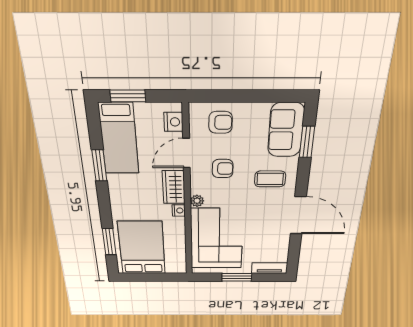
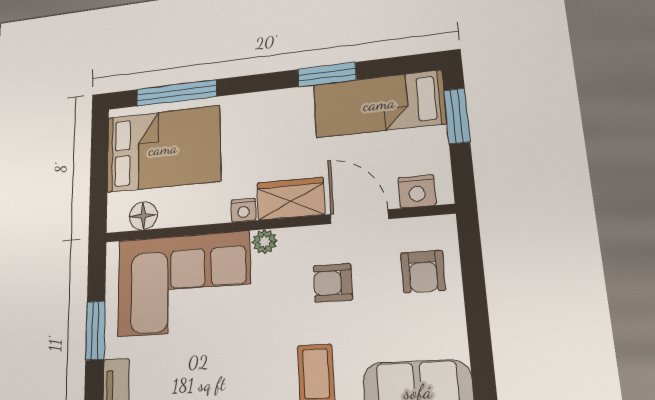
armchair: (223, 169) -> (333, 283), turned 90
window: (109, 242) -> (176, 93), width x1.44
floor lamp: (179, 257) -> (143, 216), added

